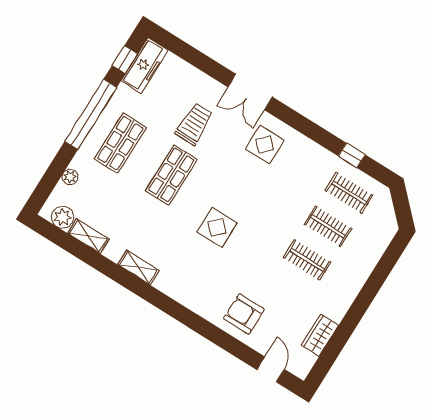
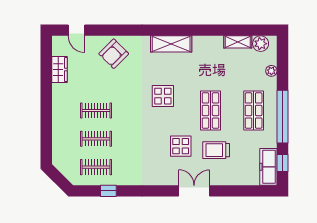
trolley: (194, 124) -> (216, 150), turned 90
display table: (265, 145) -> (181, 146), moved
shelving: (138, 267) -> (171, 44), moved, width x1.50, depth x1.33
armchair: (244, 314) -> (114, 54), turned 135

